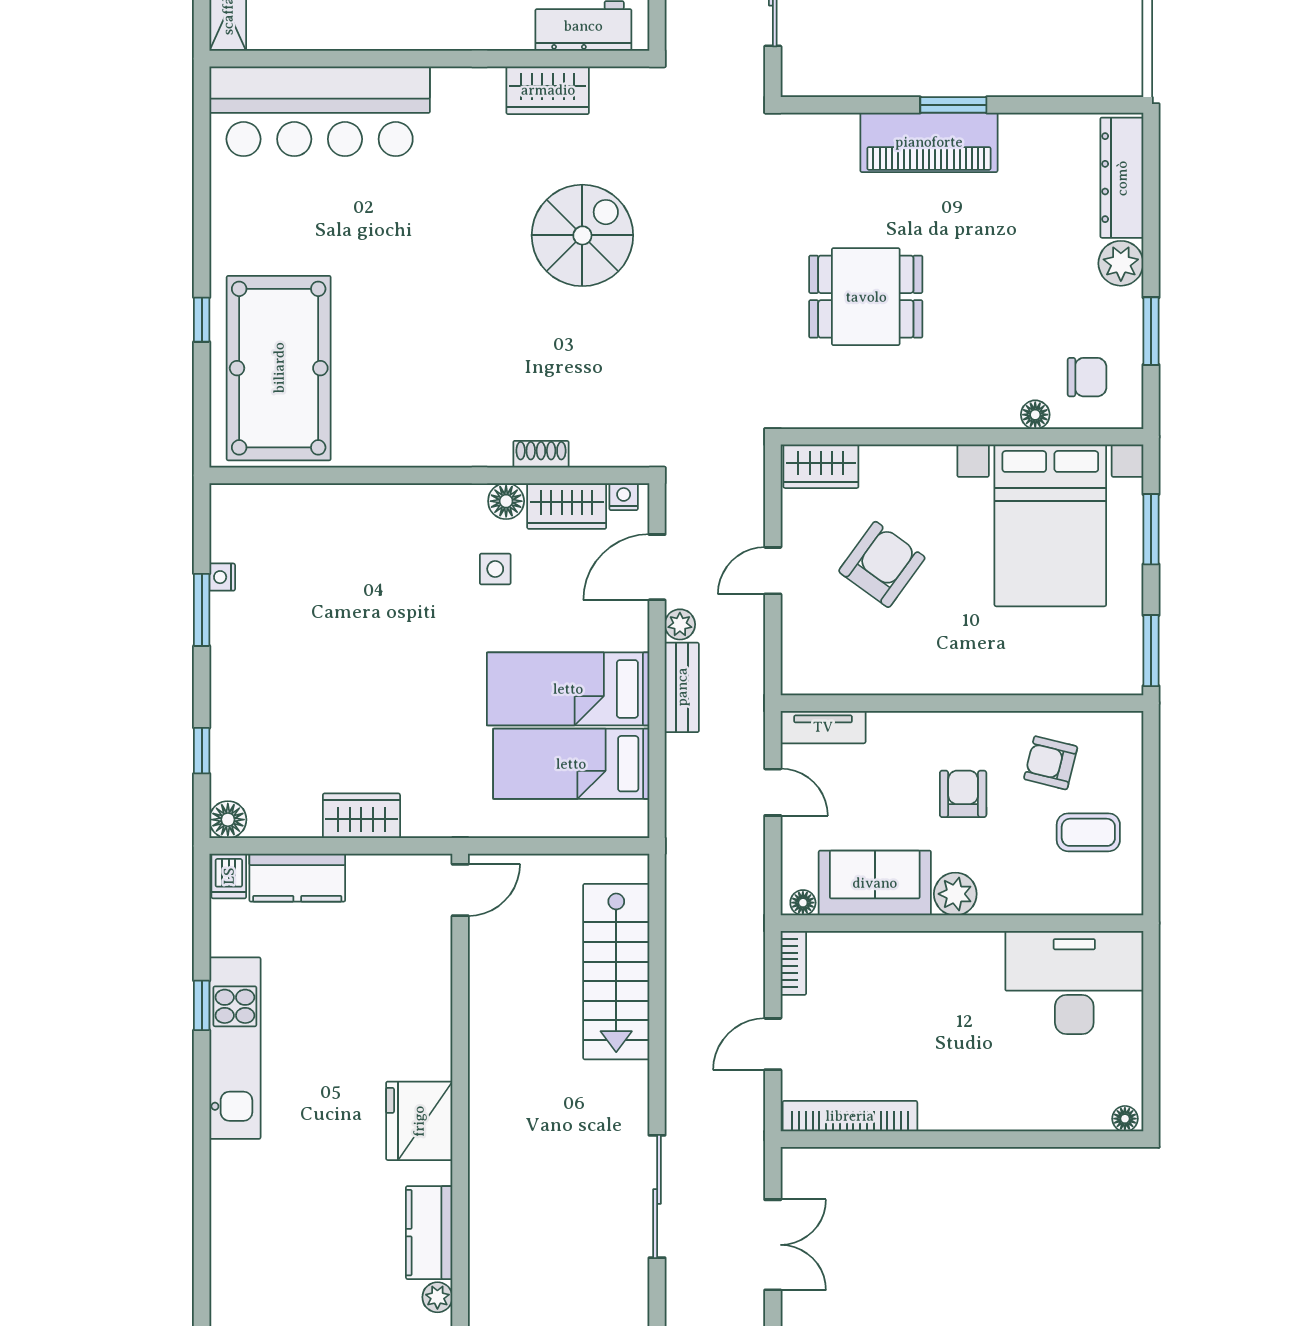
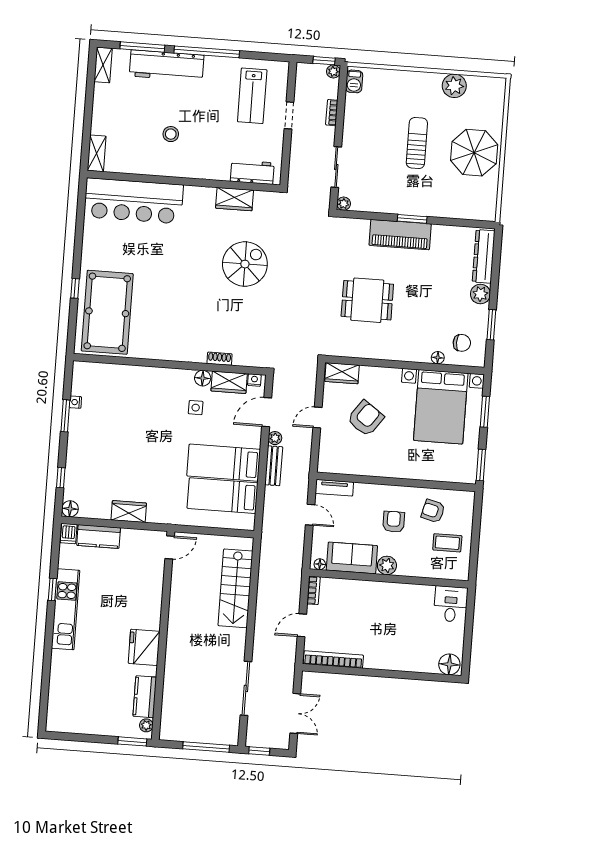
plant: (796, 82) -> (344, 204), added
desk: (1074, 982) -> (451, 604), width x0.53, depth x0.77
floor lamp: (1125, 1119) -> (449, 664), width x1.89, depth x1.89

